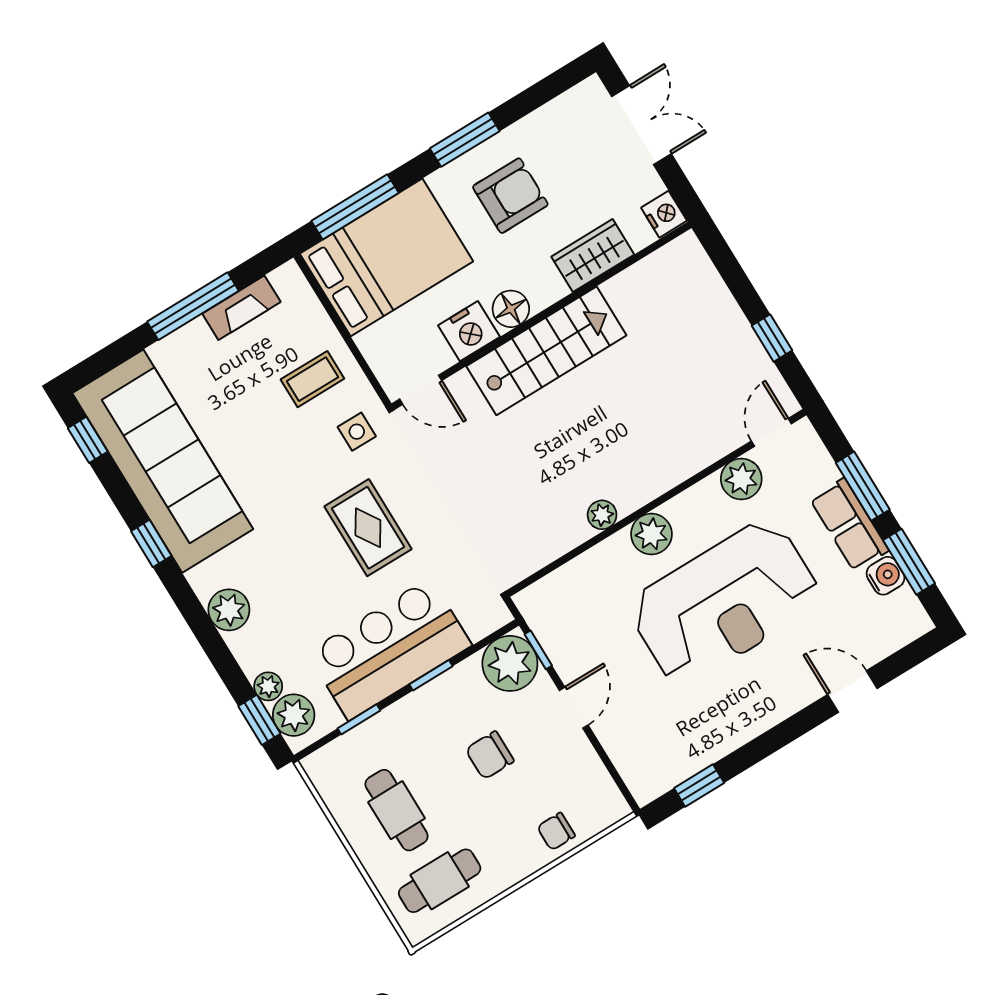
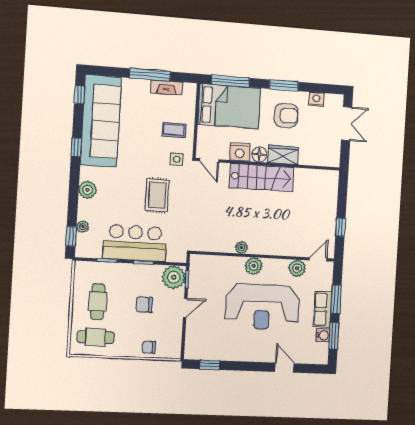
nightstand: (664, 214) -> (316, 99), moved, turned -90
wardrobe: (593, 256) -> (283, 155), moved
plant: (294, 715) -> (85, 243), removed

